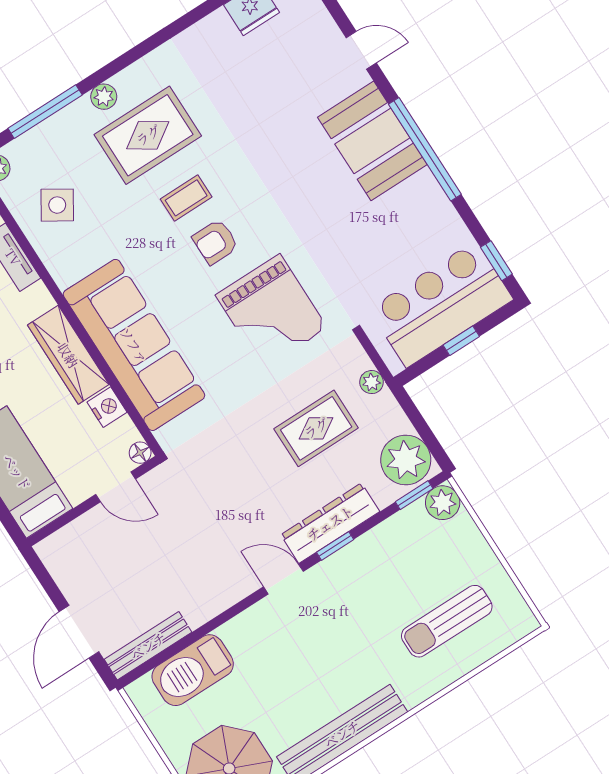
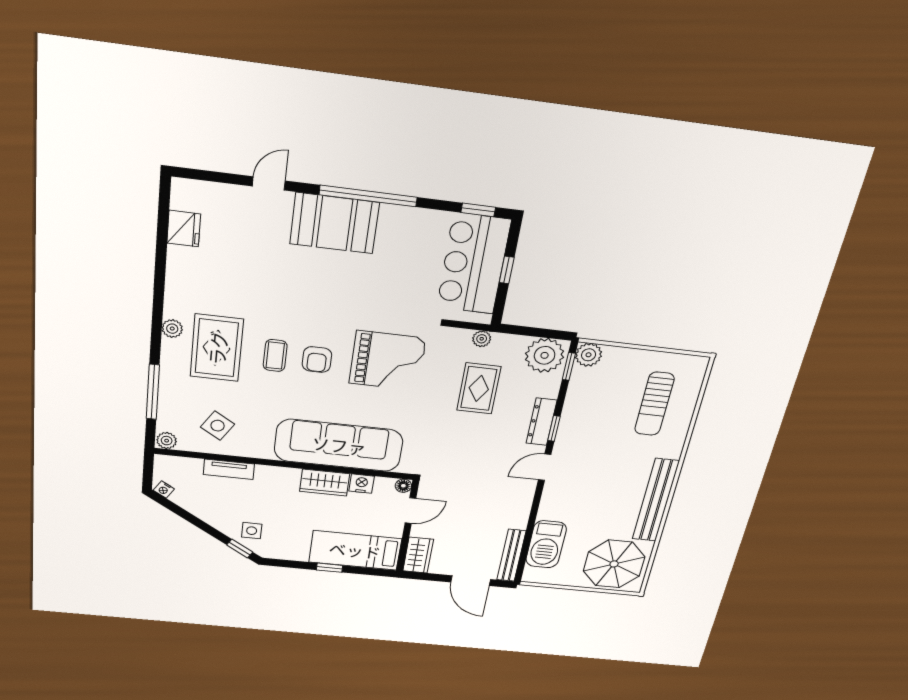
plant: (104, 97) -> (172, 329), moved
wardrobe: (68, 355) -> (325, 483), width x0.67
dresser: (330, 523) -> (541, 422), width x0.73, depth x0.80
wardrobe: (66, 545) -> (418, 555), added

